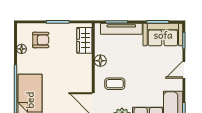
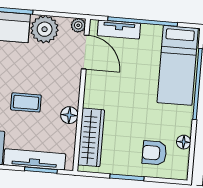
wardrobe: (84, 40) -> (91, 137), width x1.50
coffee table: (115, 84) -> (26, 102), moved

